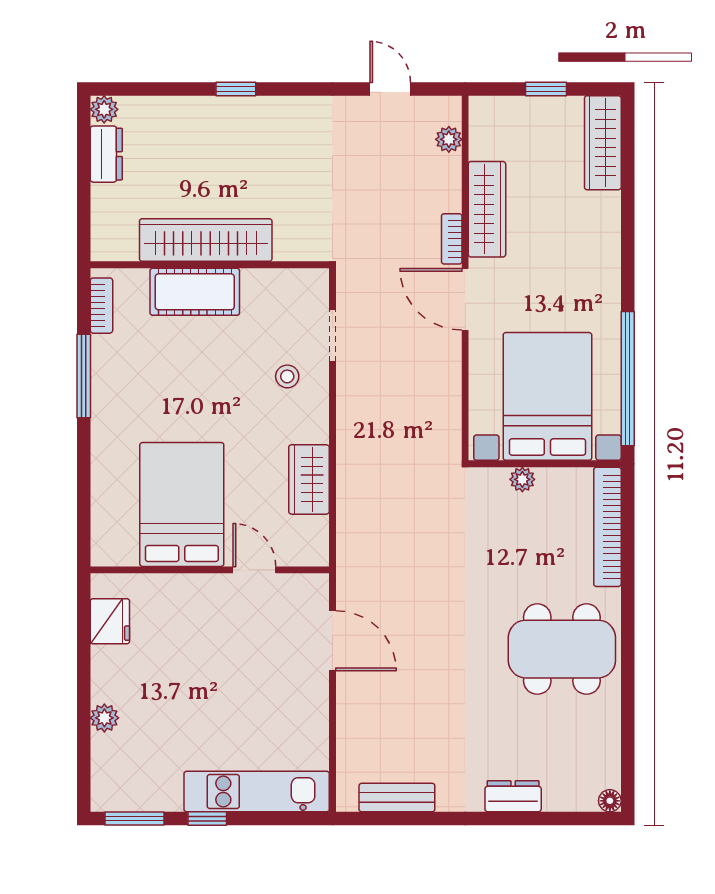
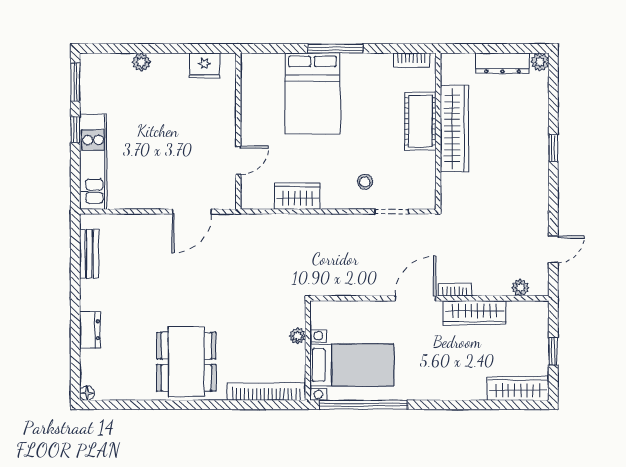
dresser: (106, 154) -> (503, 63), width x1.44
window: (84, 376) -> (335, 49), moved
bed with nightstands: (547, 396) -> (352, 365), width x0.73
bed: (182, 504) -> (312, 94), moved, turned 90

